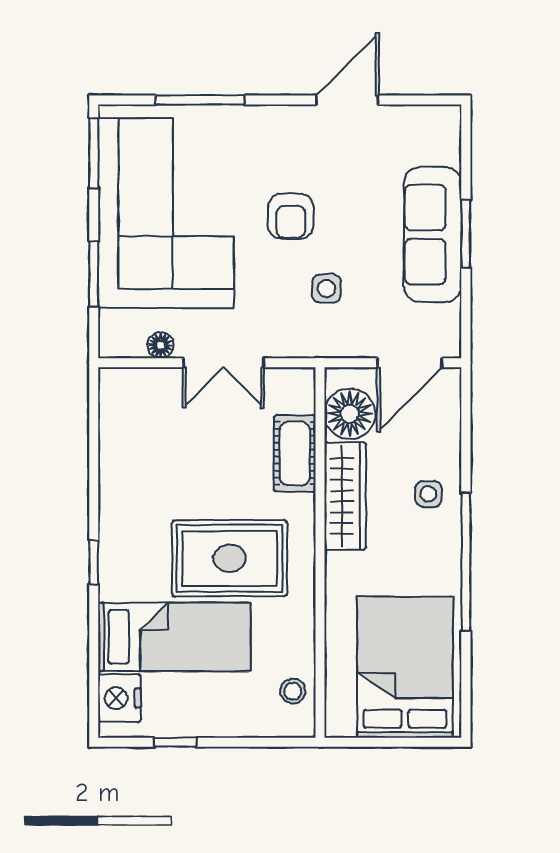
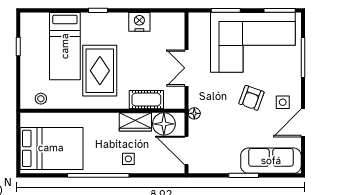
door: (347, 100) -> (303, 123), swing flipped
armchair: (291, 216) -> (251, 98), turned -70
sofa: (433, 235) -> (271, 161), moved
side table: (326, 288) -> (283, 102), moved
floor lamp: (161, 345) -> (194, 113), moved
wardrobe: (345, 496) -> (135, 122), width x0.67
nightstand: (119, 698) -> (139, 22), moved

